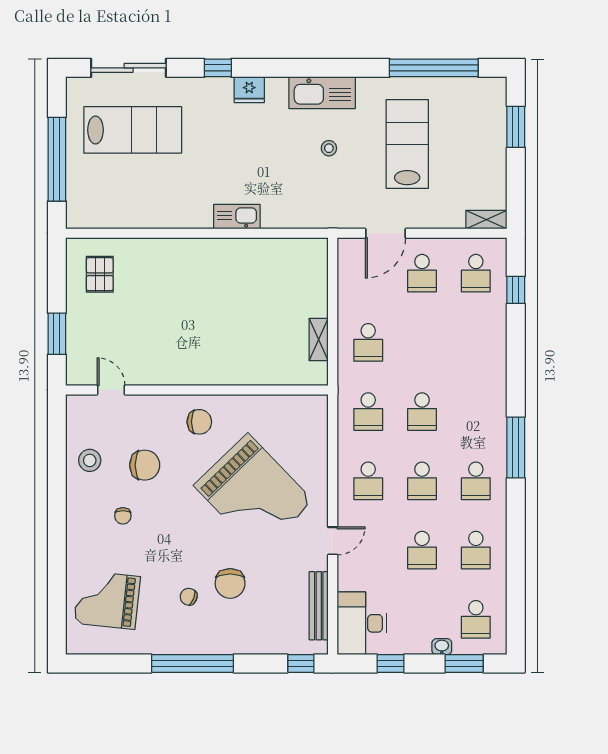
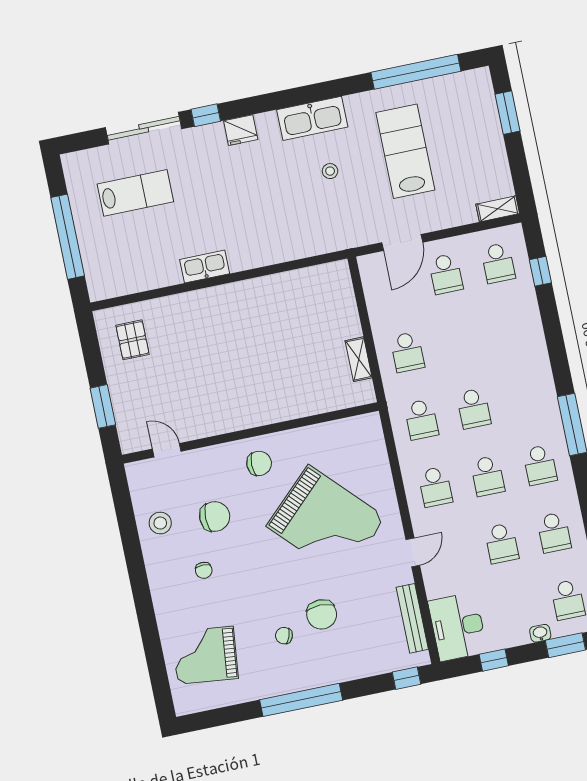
sliding door: (129, 68) -> (144, 128), moved
lab bench: (133, 130) -> (135, 193), width x0.73, depth x0.72
kitchen sink: (237, 217) -> (205, 267), moved

